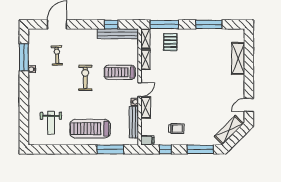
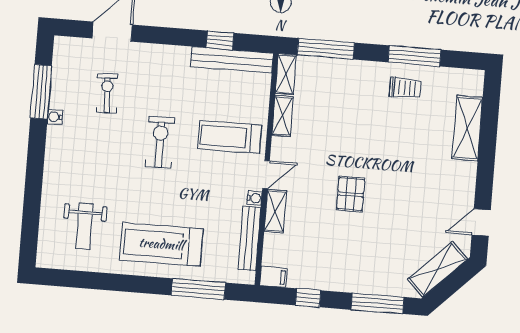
pallet: (170, 42) -> (351, 194), moved
trolley: (176, 129) -> (405, 88), moved

